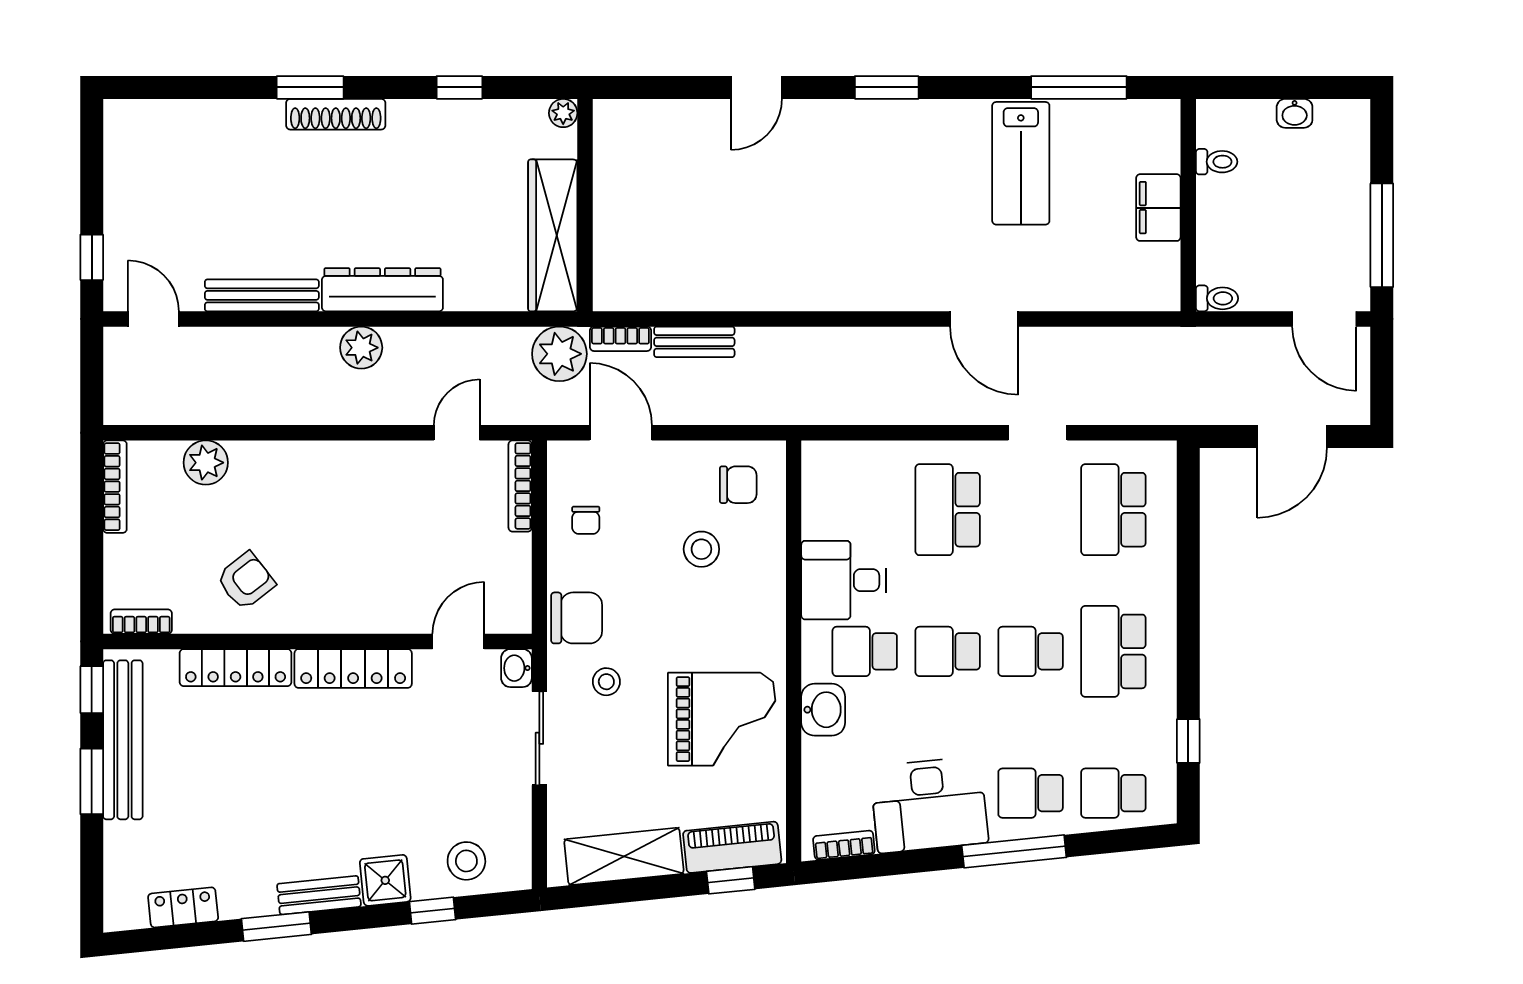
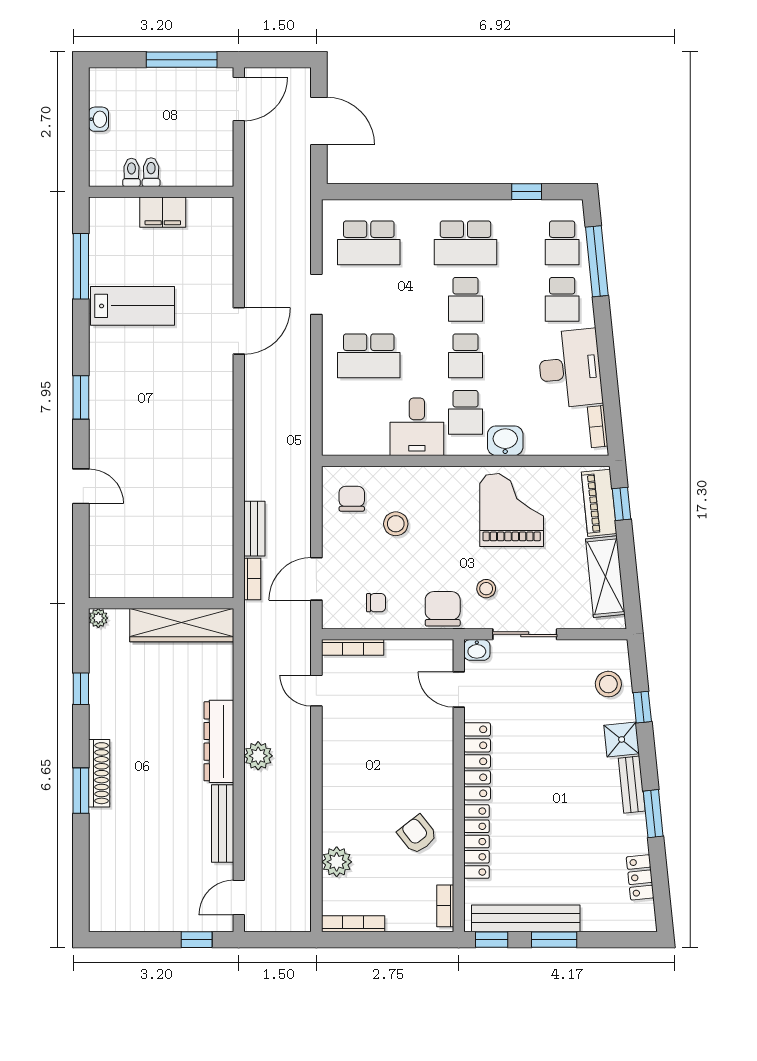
toilet: (1217, 298) -> (151, 172), moved
plant: (559, 354) -> (263, 621), removed
window: (1014, 851) -> (597, 261), moved

